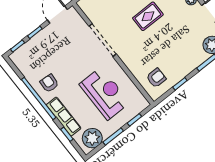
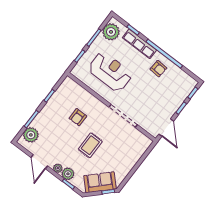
armchair: (156, 78) -> (78, 117), moved
reception desk: (105, 93) -> (110, 72), turned 180

